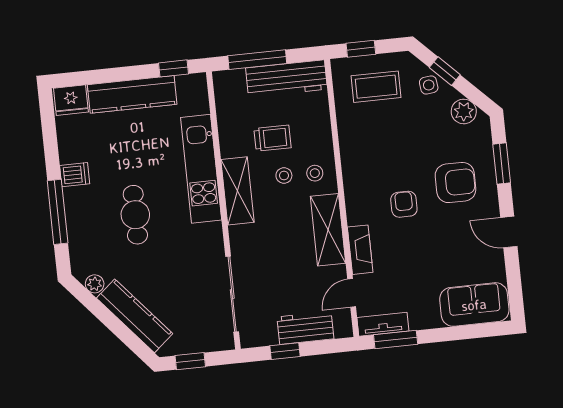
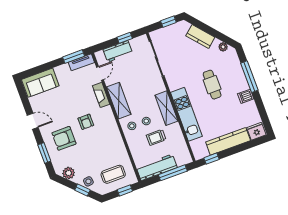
kitchen counter: (135, 316) -> (200, 36), width x0.67

